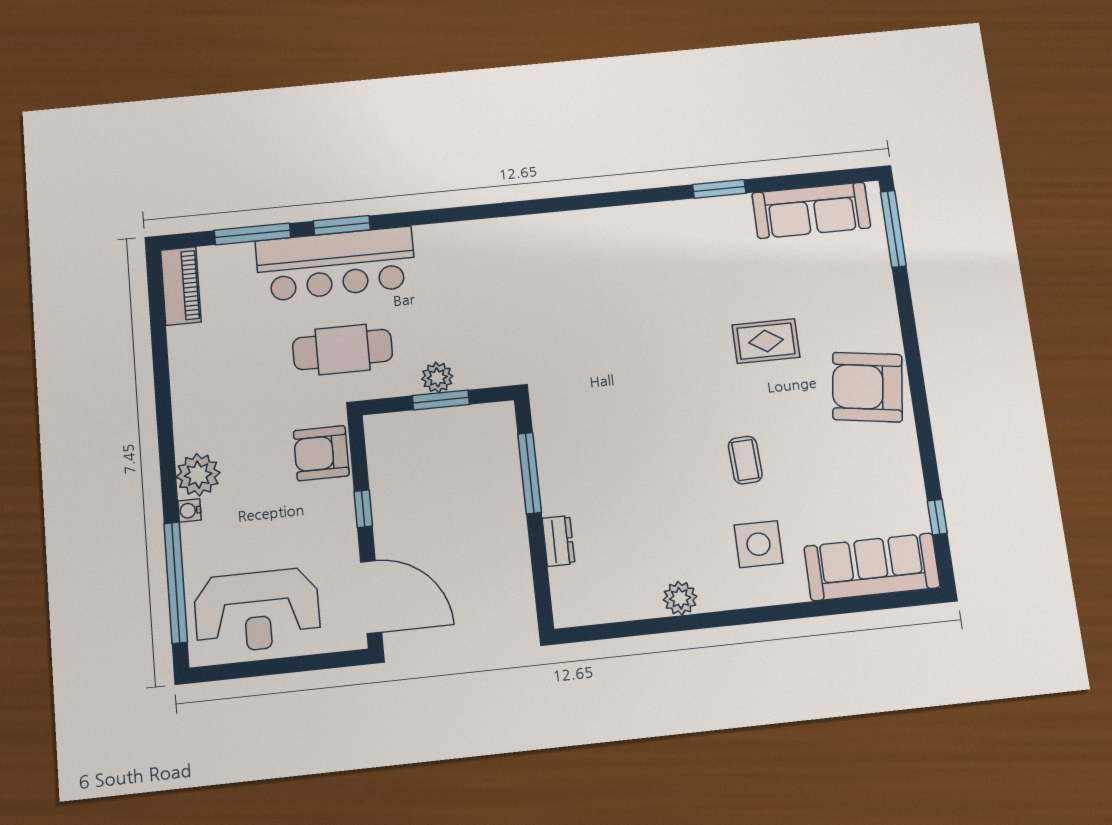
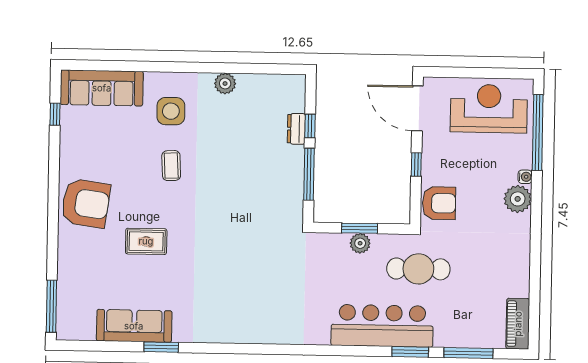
sofa: (811, 210) -> (134, 326), moved
bar counter: (336, 264) -> (382, 326), moved
window: (538, 548) -> (310, 126), added

